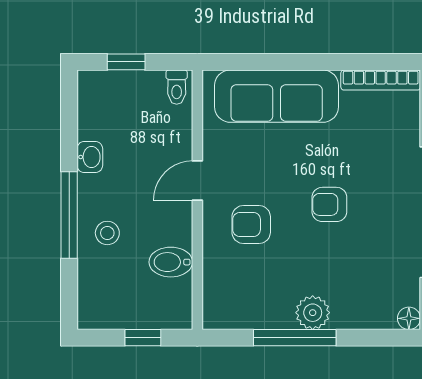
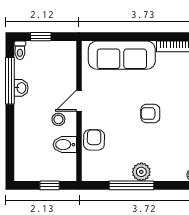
toilet: (177, 87) -> (20, 50), moved
window: (69, 215) -> (10, 81), moved
armchair: (251, 225) -> (94, 140), moved, turned 91
stool: (107, 233) -> (58, 119), moved

